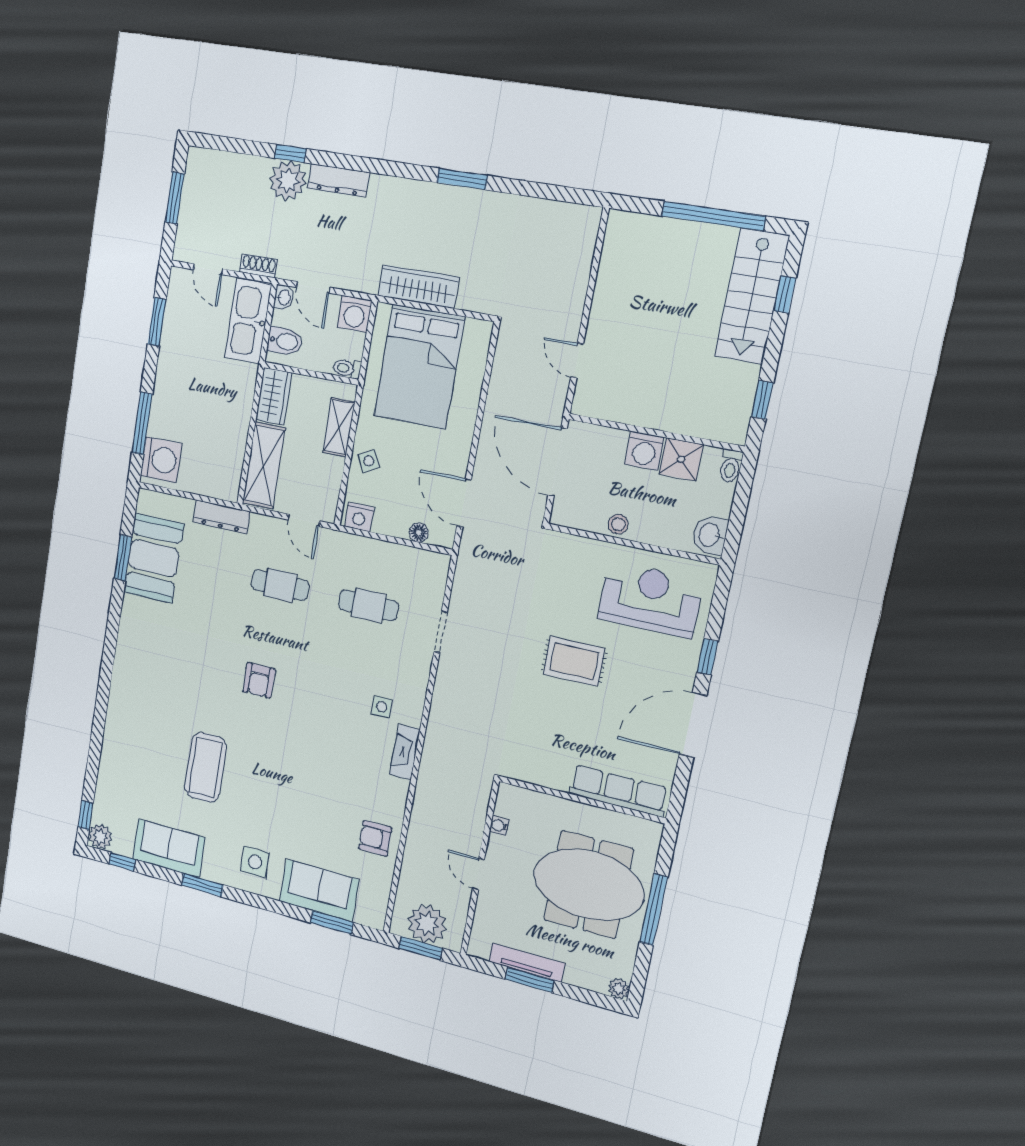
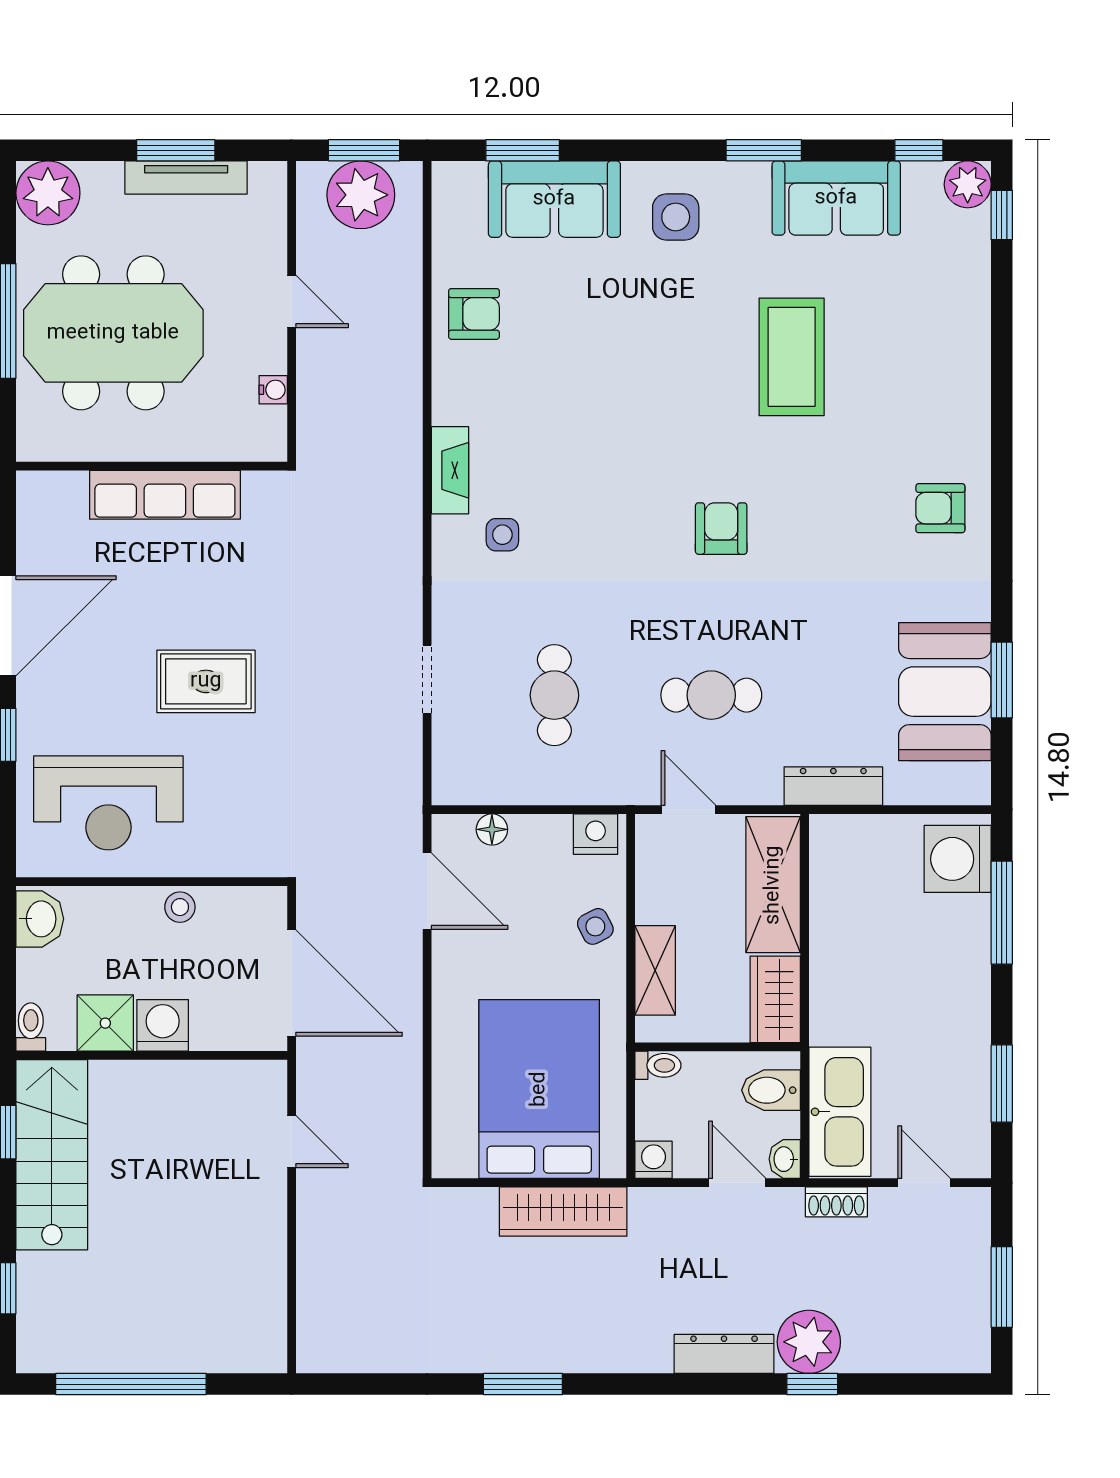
stairs: (752, 296) -> (52, 1155), moved
washing machine: (354, 314) -> (654, 1160), width x0.73, depth x0.73
cafe table: (368, 605) -> (554, 695), turned 90
armchair: (140, 663) -> (940, 508), added
row of seats: (618, 791) -> (165, 495), moved
plant: (619, 989) -> (48, 193), width x1.88, depth x1.88

